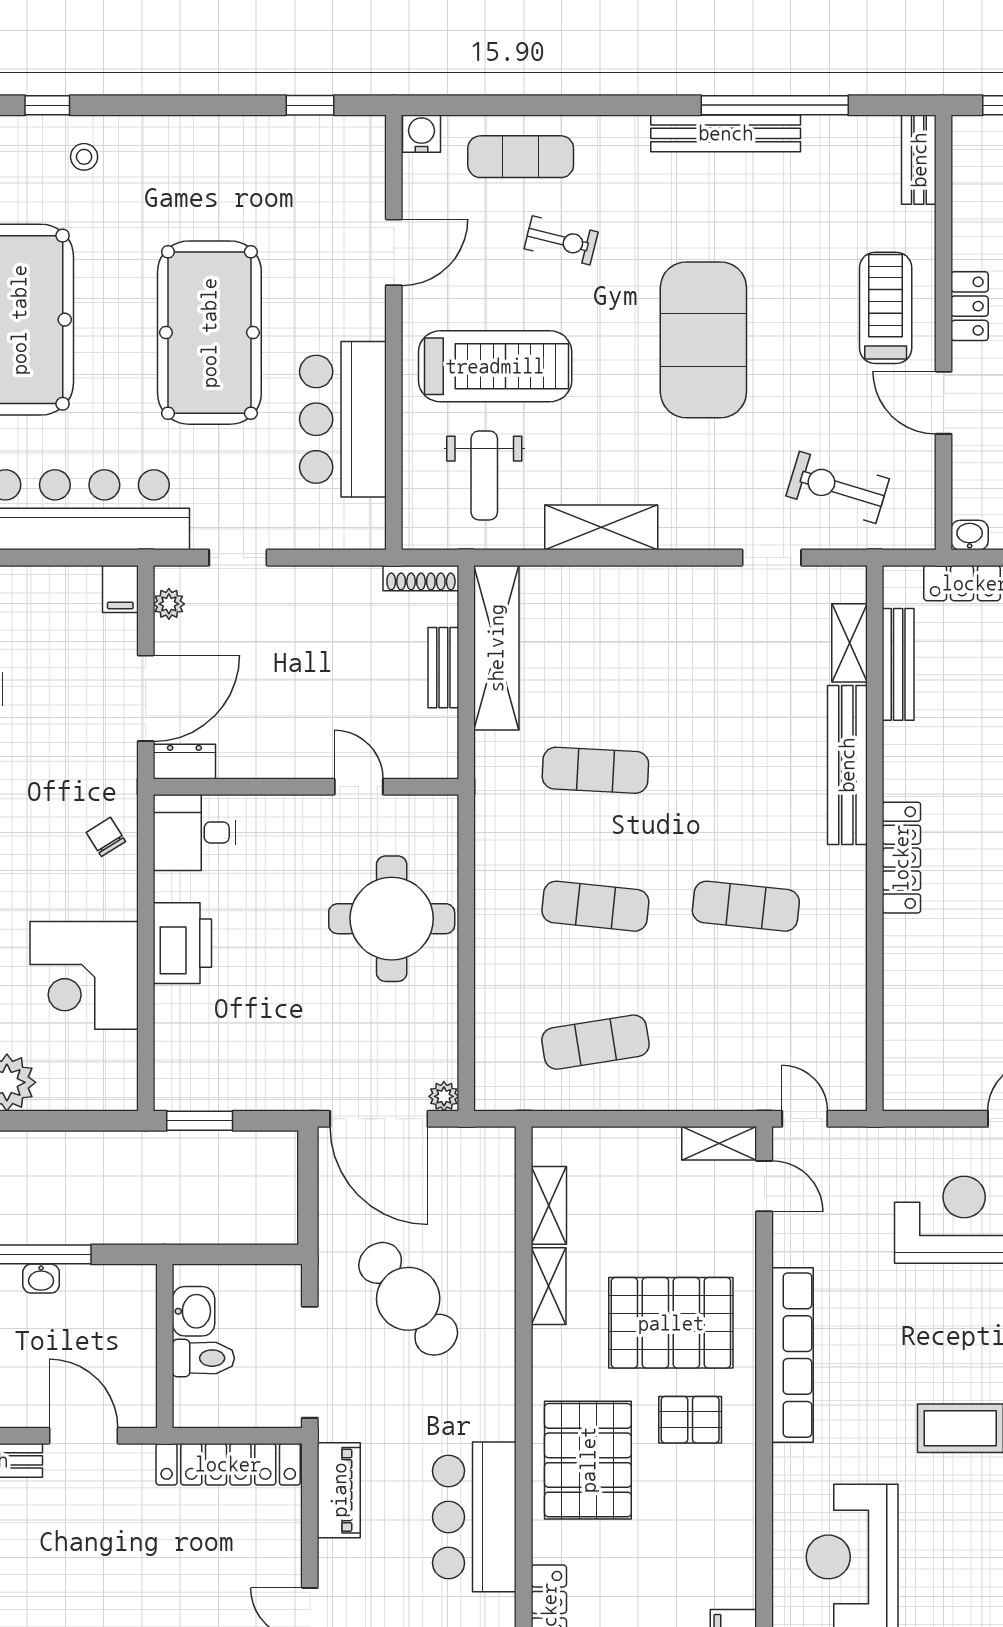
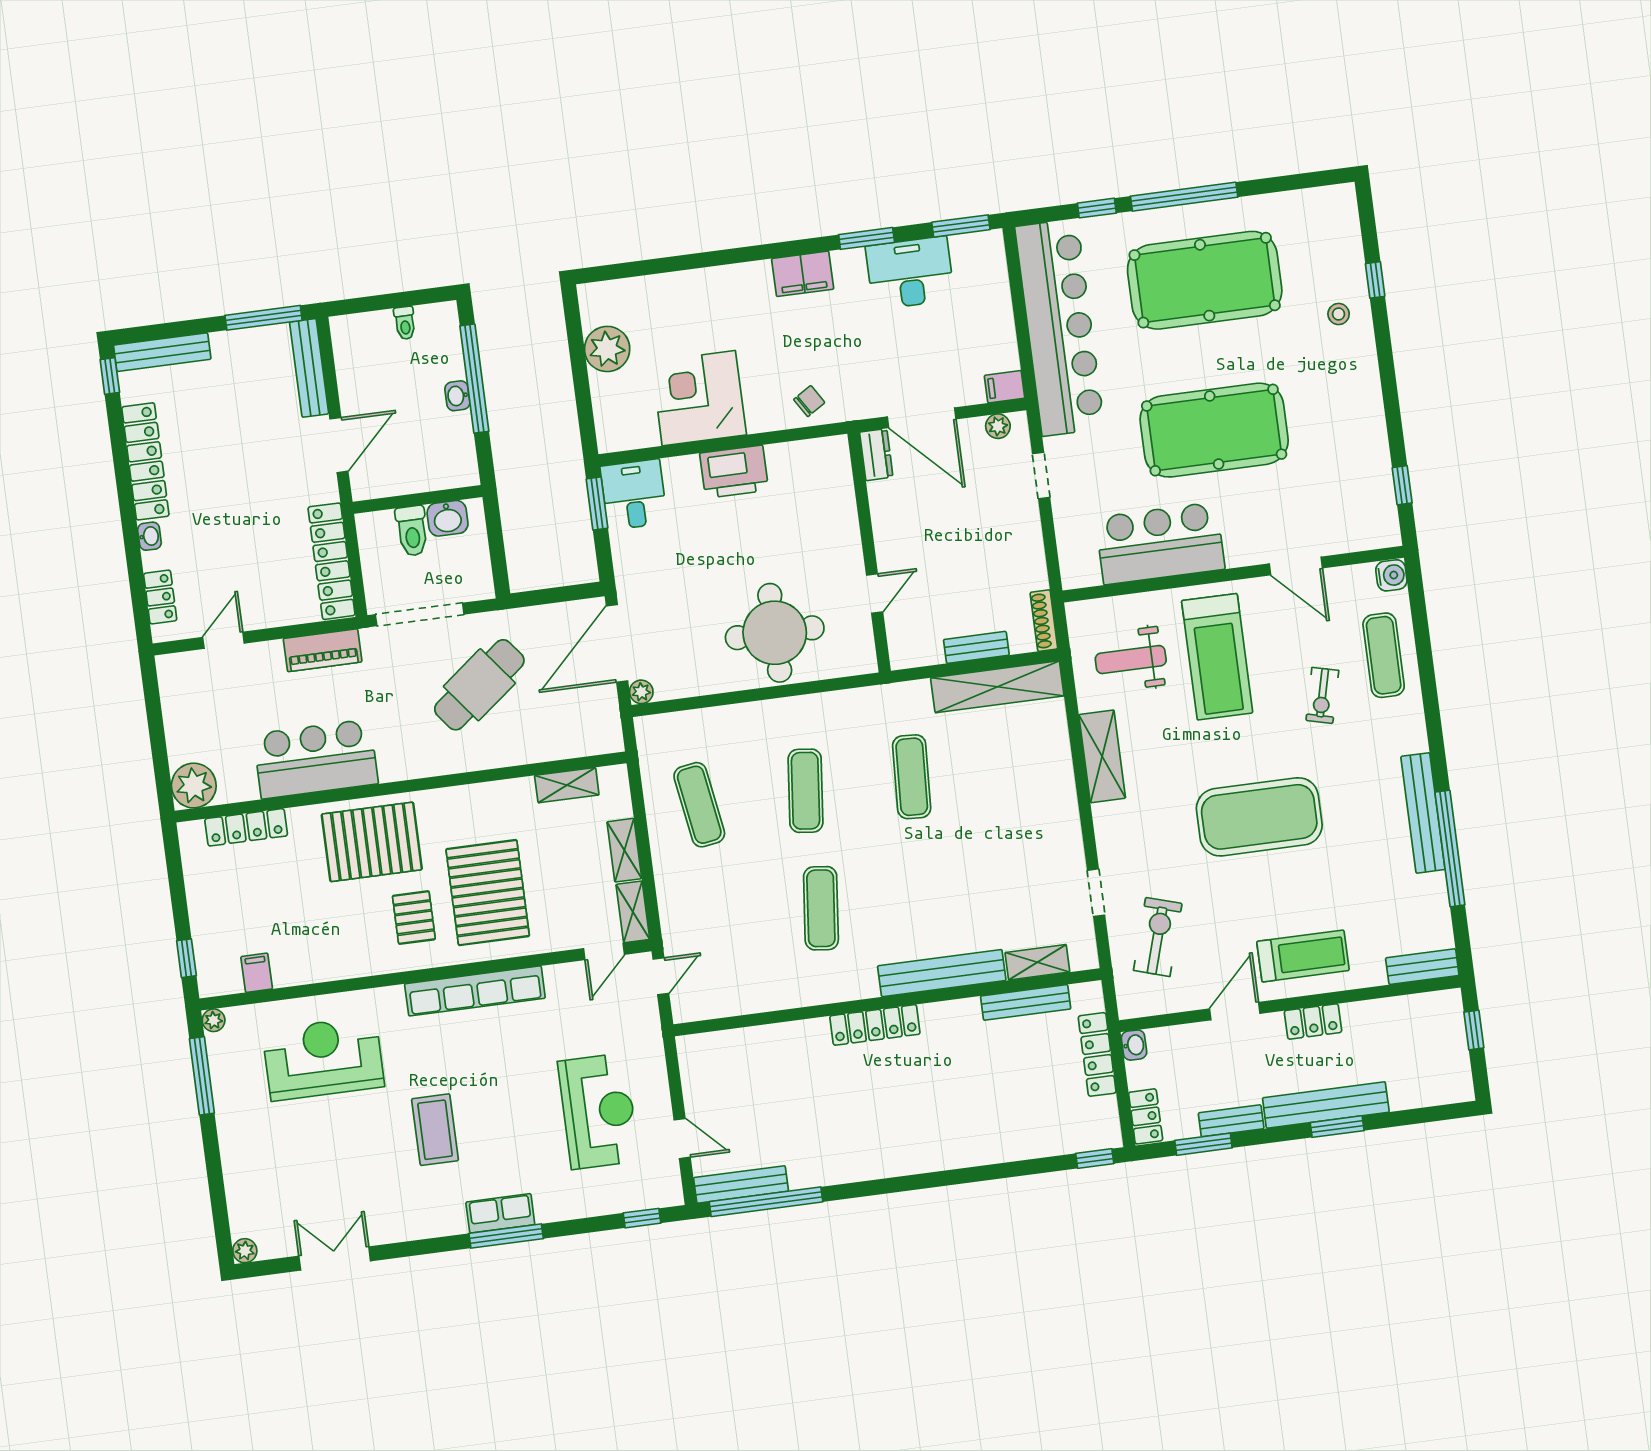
desk: (194, 832) -> (634, 495), moved
shelving: (549, 1286) -> (624, 850), moved, turned 90

